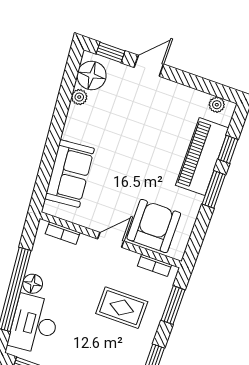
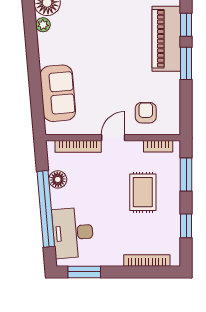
armchair: (154, 226) -> (146, 113), width x0.53, depth x0.53
bookcase: (63, 233) -> (78, 146), width x1.56
floor lamp: (33, 284) -> (58, 179), moved
rug: (122, 308) -> (143, 192), turned 90

